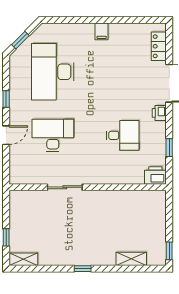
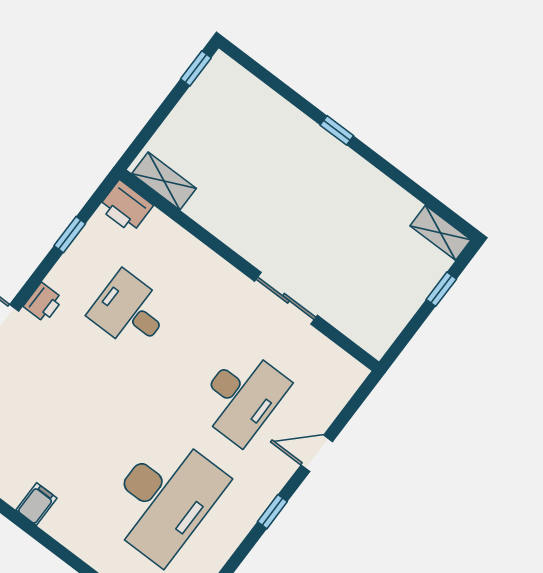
desk: (53, 135) -> (242, 396), turned -90
shelving: (131, 259) -> (164, 181), moved
window: (83, 269) -> (337, 130), moved

